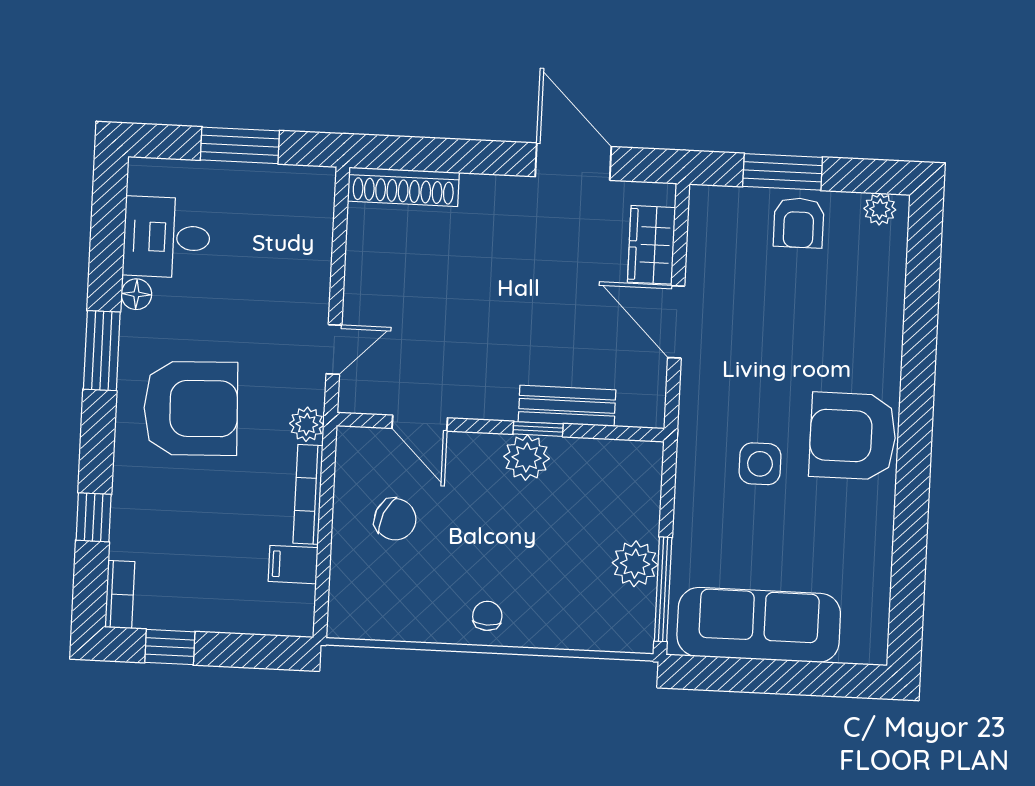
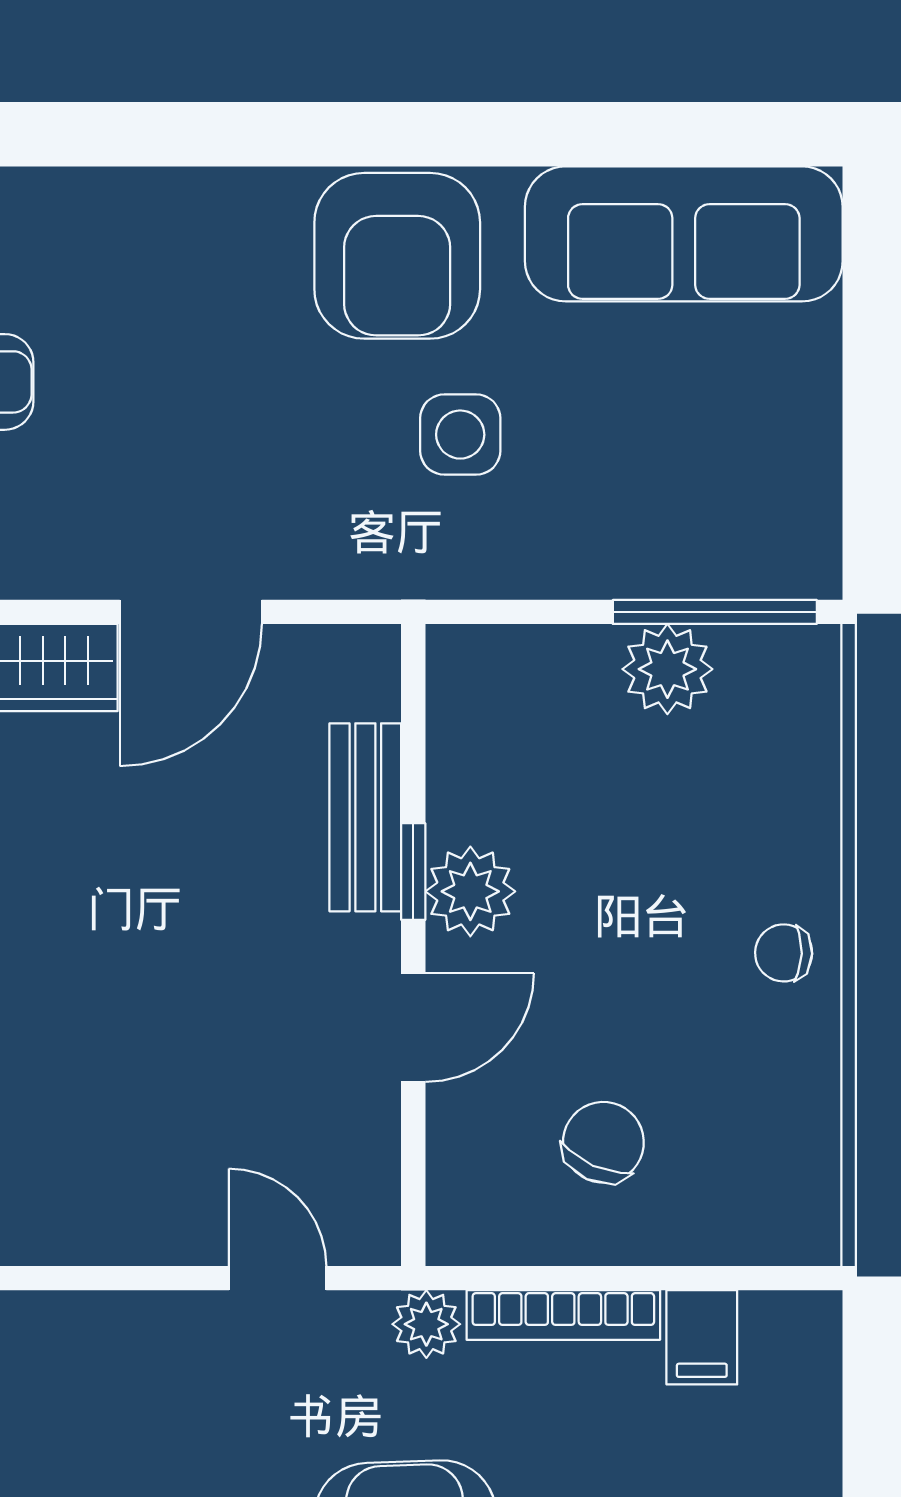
door: (420, 423) -> (413, 1028), moved
sofa: (759, 625) -> (684, 234), moved, turned -90

